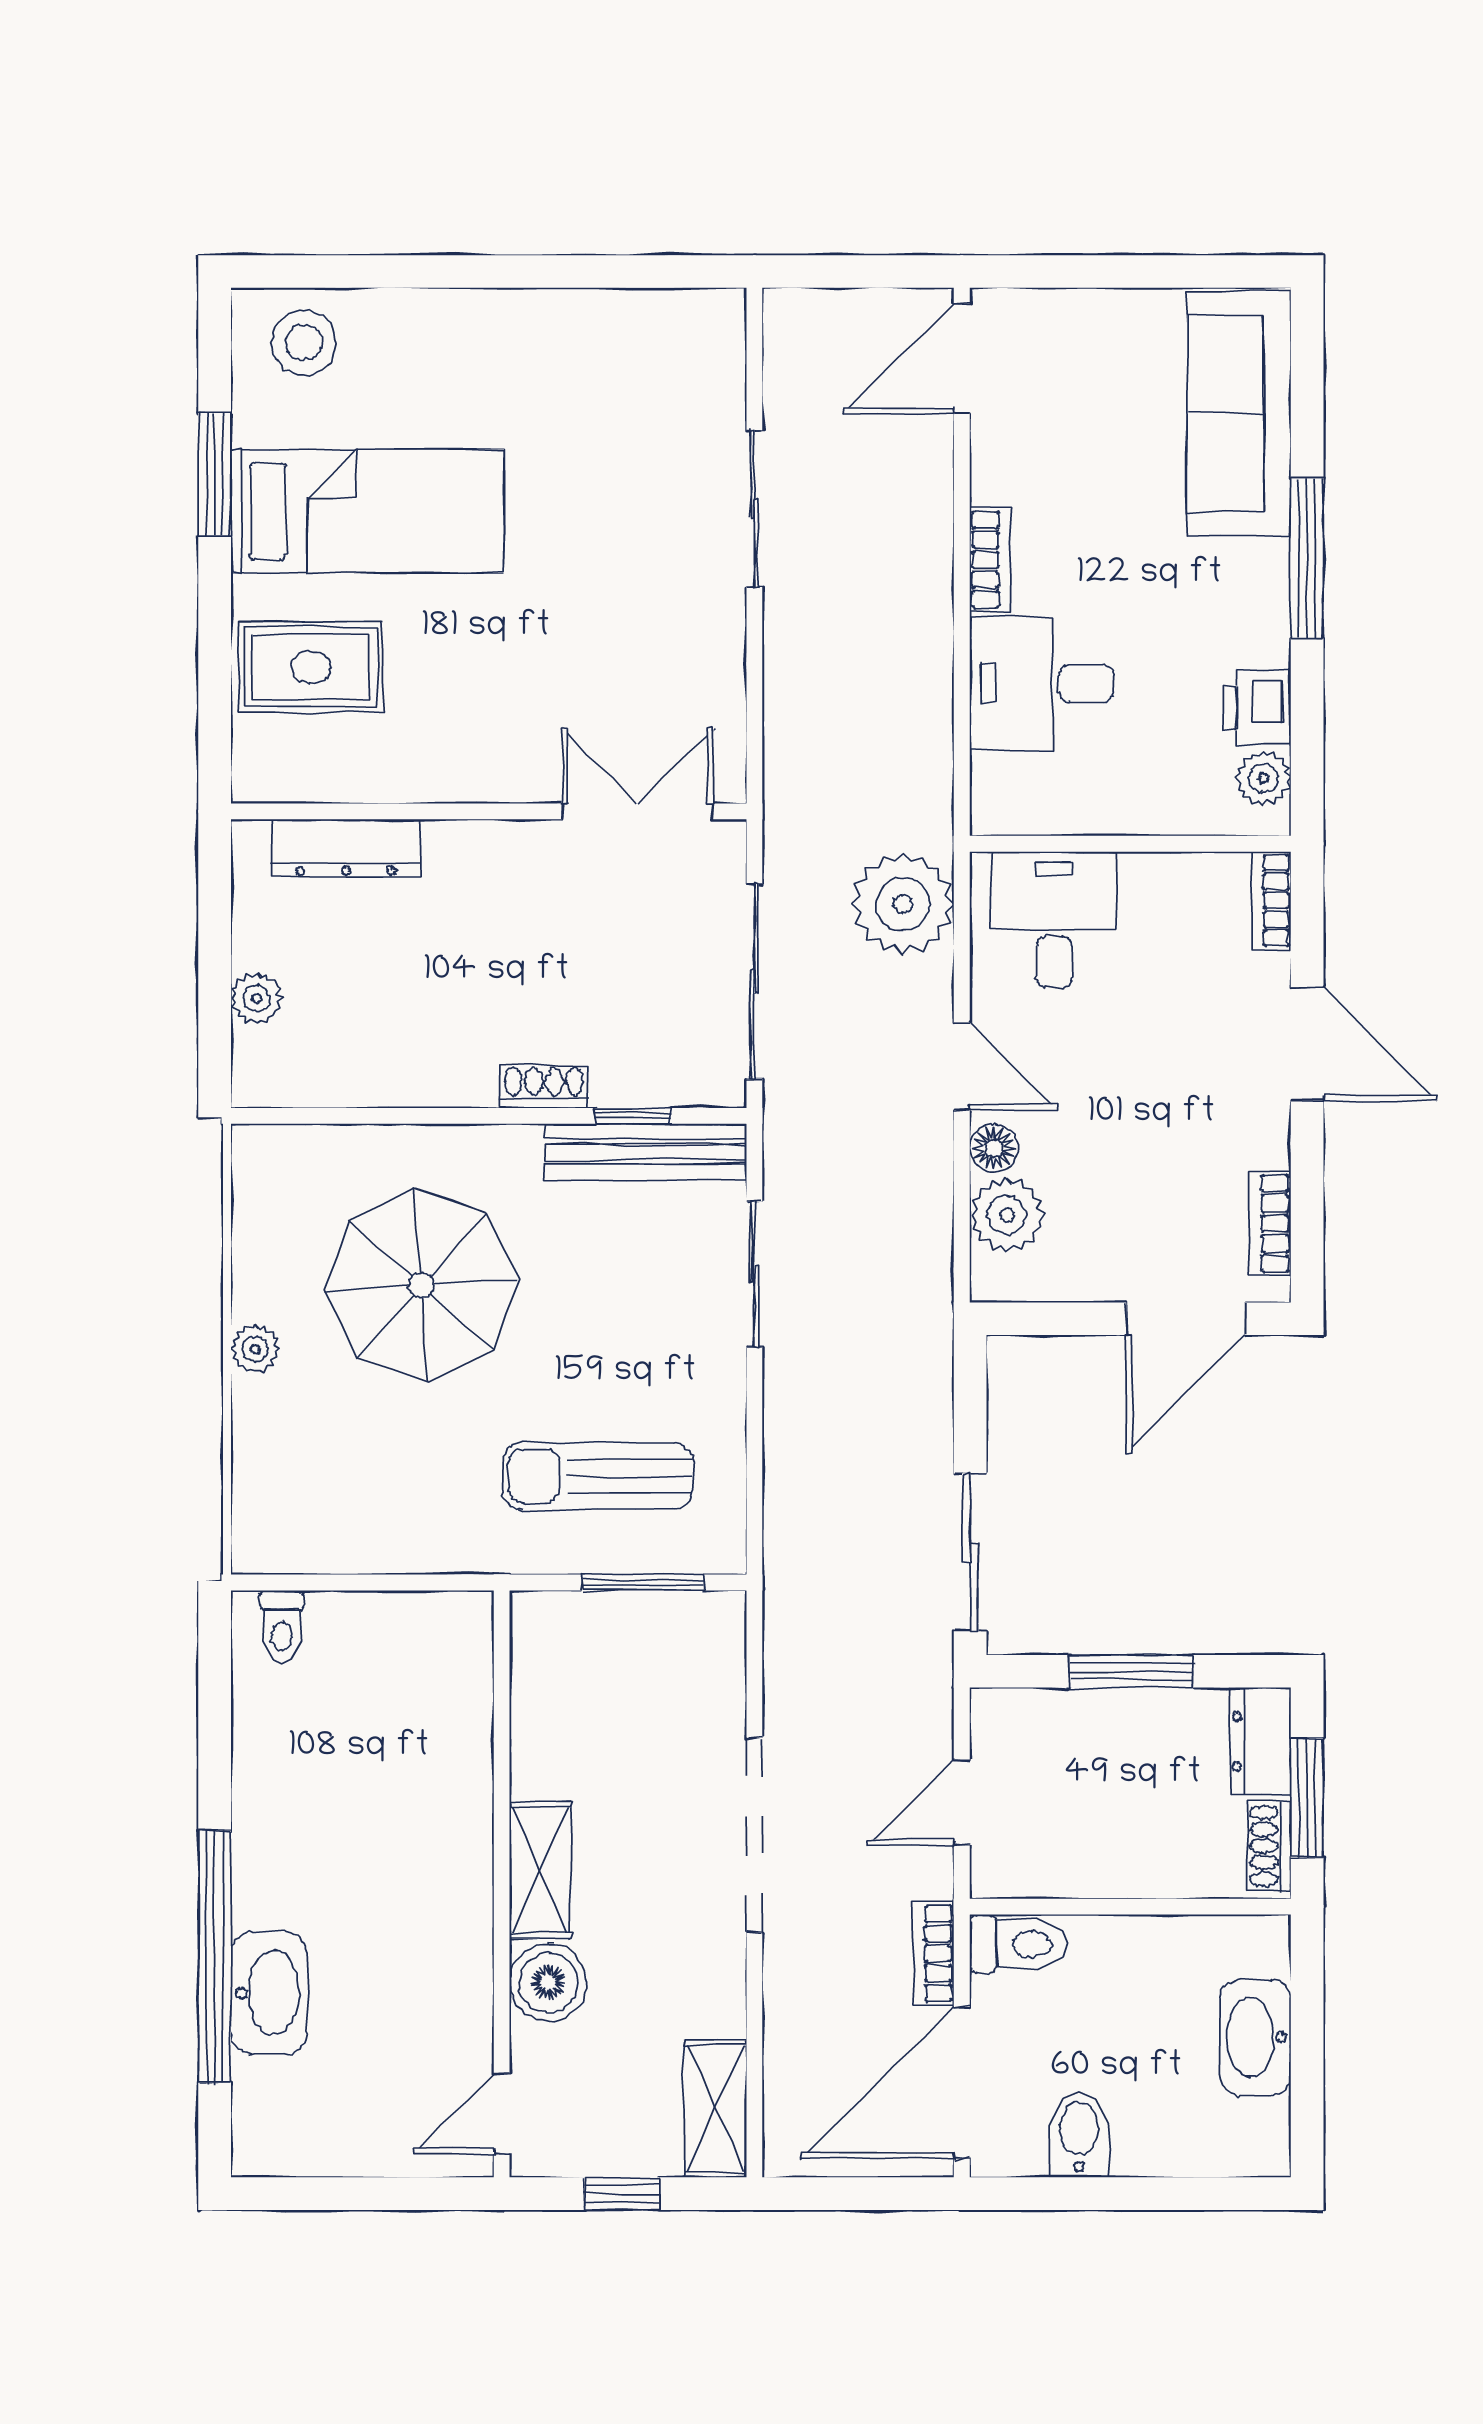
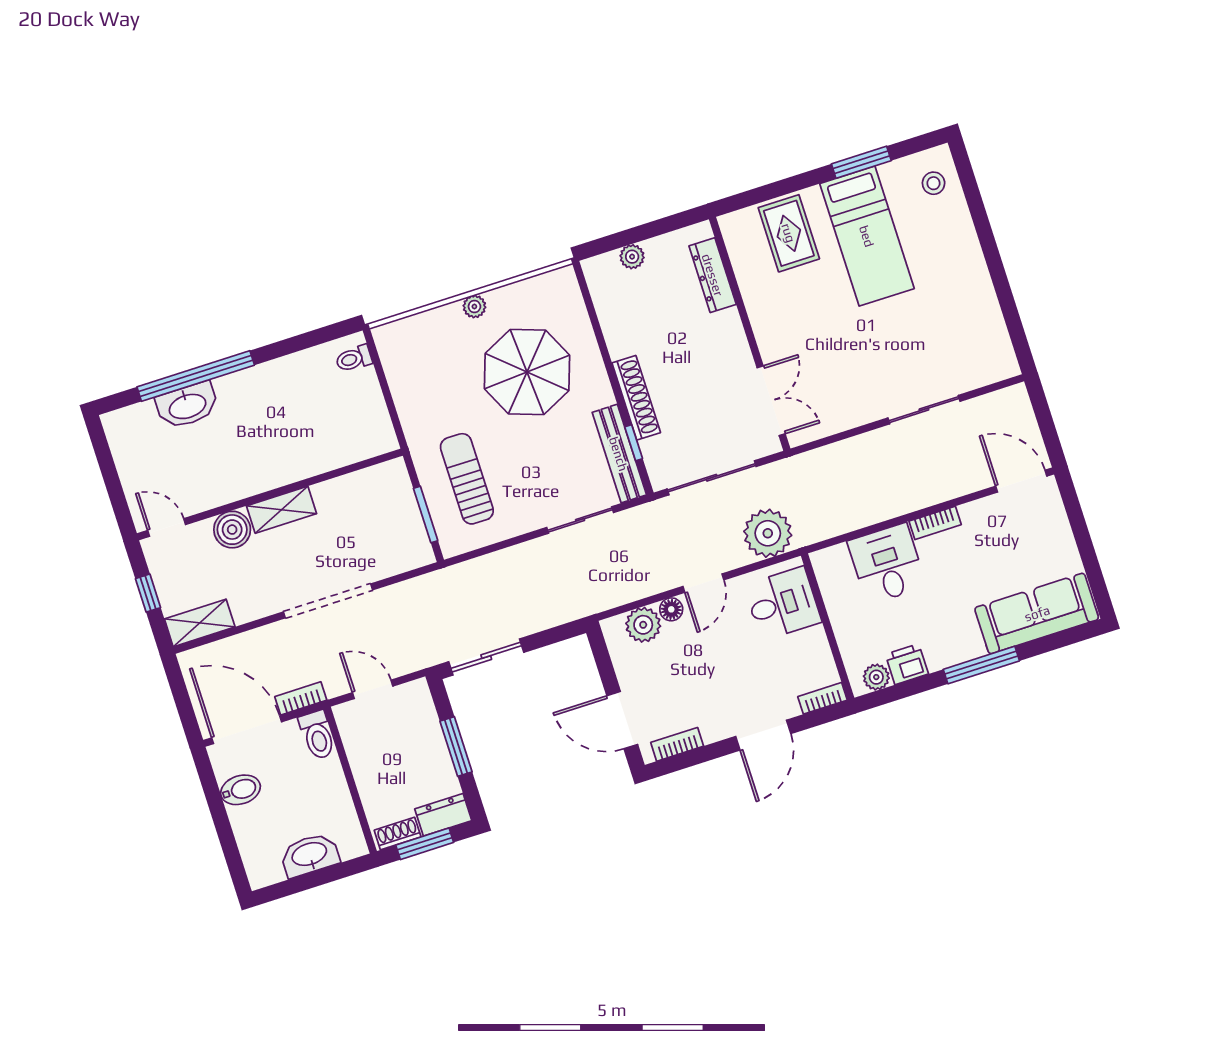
stool: (304, 343) -> (934, 183), width x0.73, depth x0.73
shoe rack: (544, 1087) -> (636, 398), width x1.94, depth x1.24

